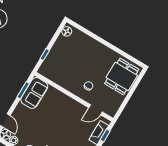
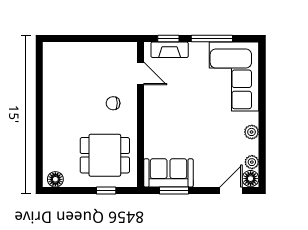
dining table: (122, 76) -> (105, 155), moved

